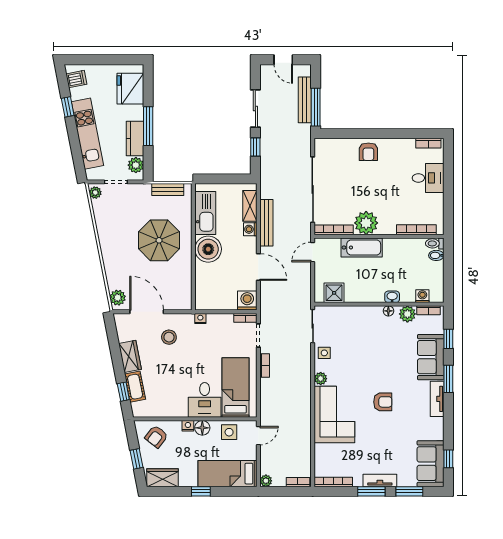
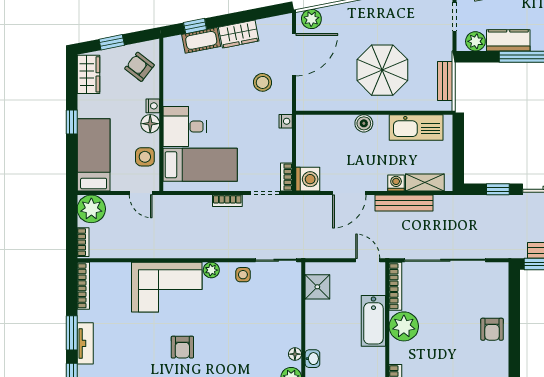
armchair: (368, 152) -> (492, 329), turned -90
boiler: (208, 249) -> (364, 123), width x0.54, depth x0.54
plant: (266, 481) -> (91, 209), width x1.88, depth x1.88

